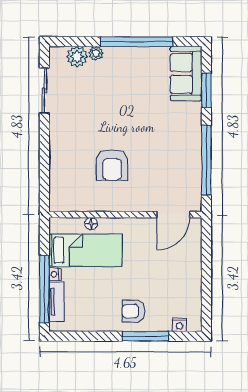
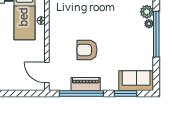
window: (137, 42) -> (156, 34), moved
piano: (191, 153) -> (86, 84), added
armchair: (112, 165) -> (87, 50), moved

